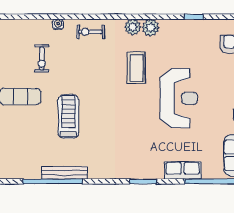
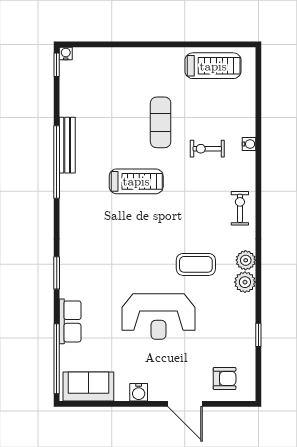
water cooler: (58, 24) -> (249, 144), moved
bench: (64, 173) -> (67, 145), moved

